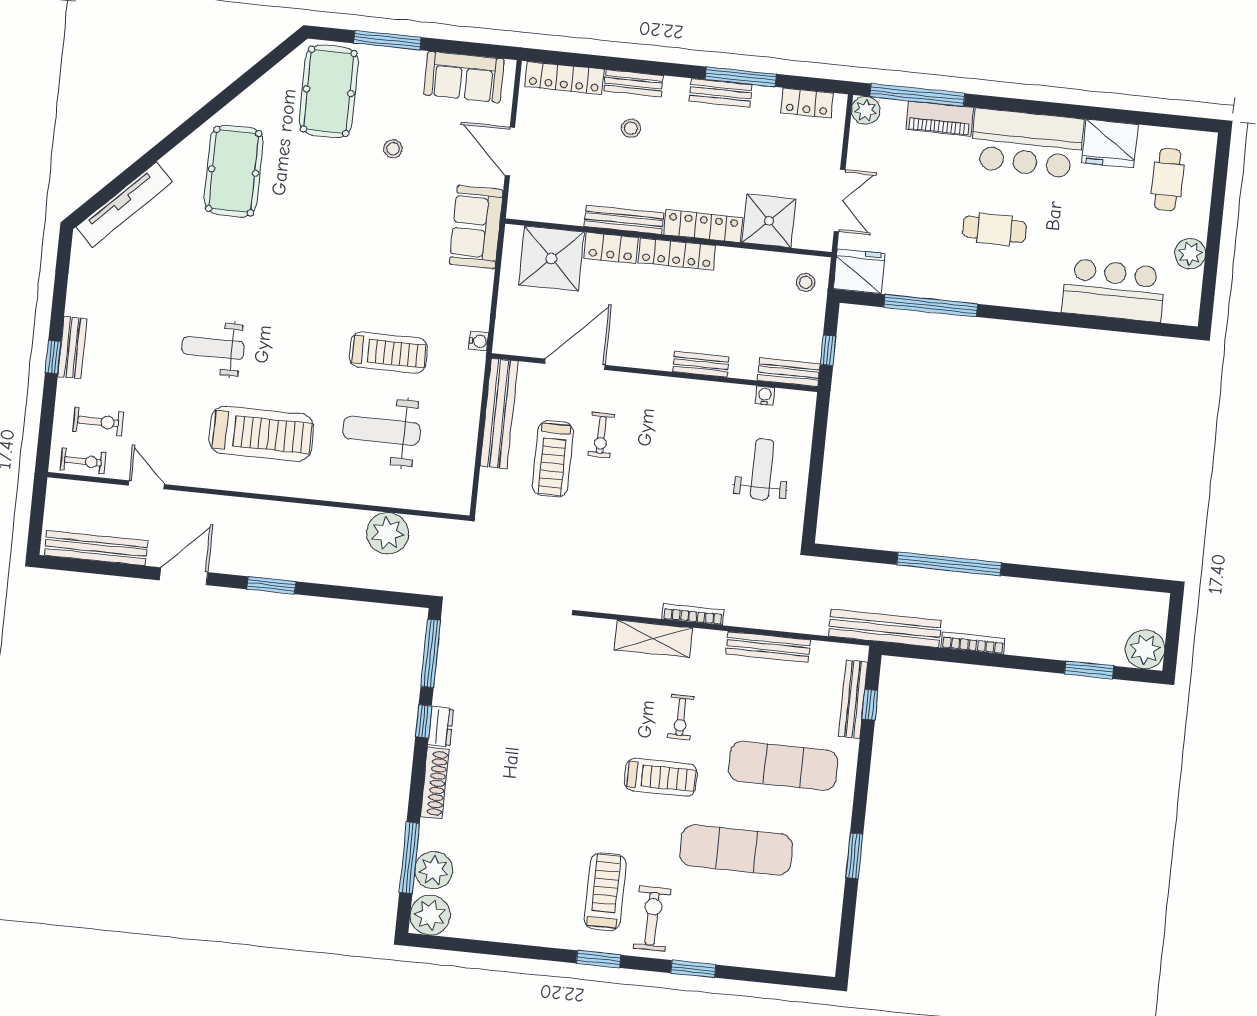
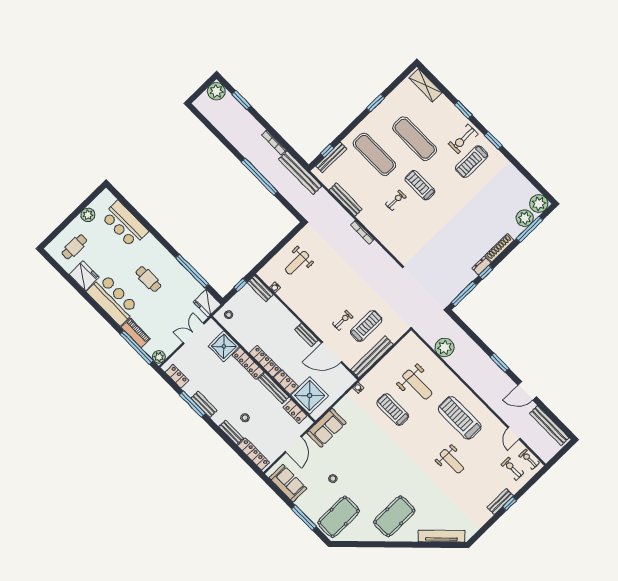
locker: (554, 210) -> (295, 411), added
bench: (701, 364) -> (306, 335), moved
shelving: (653, 639) -> (426, 85), moved

